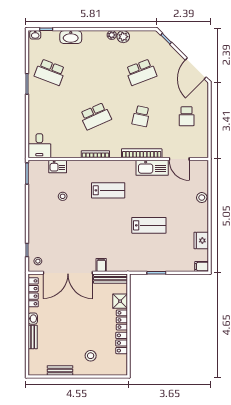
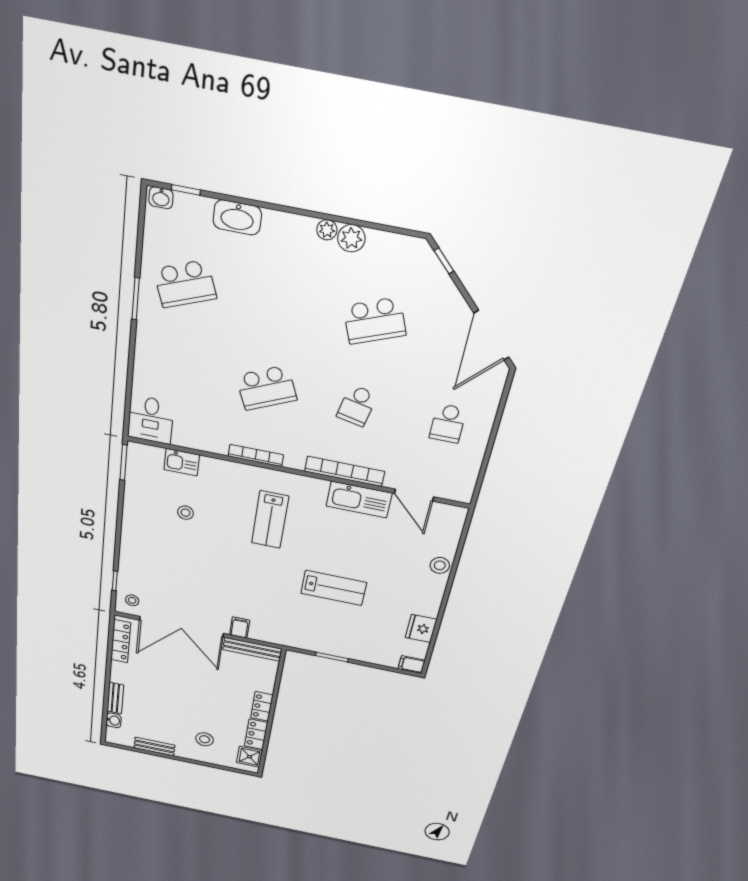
school desk: (50, 72) -> (185, 284), turned -42
lab bench: (108, 190) -> (270, 520), turned 90
shower: (120, 301) -> (249, 757), moved
washbasin: (33, 319) -> (114, 720), moved

